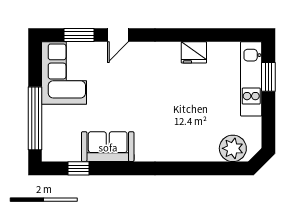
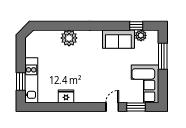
window: (35, 118) -> (163, 56), width x0.68
plant: (233, 148) -> (69, 38), moved
plant: (71, 153) -> (141, 35), added

